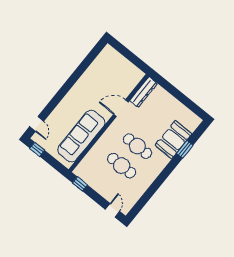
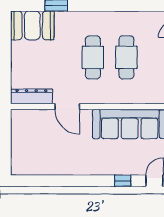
window: (52, 106) -> (123, 181), added
booth: (174, 140) -> (32, 25), moved

